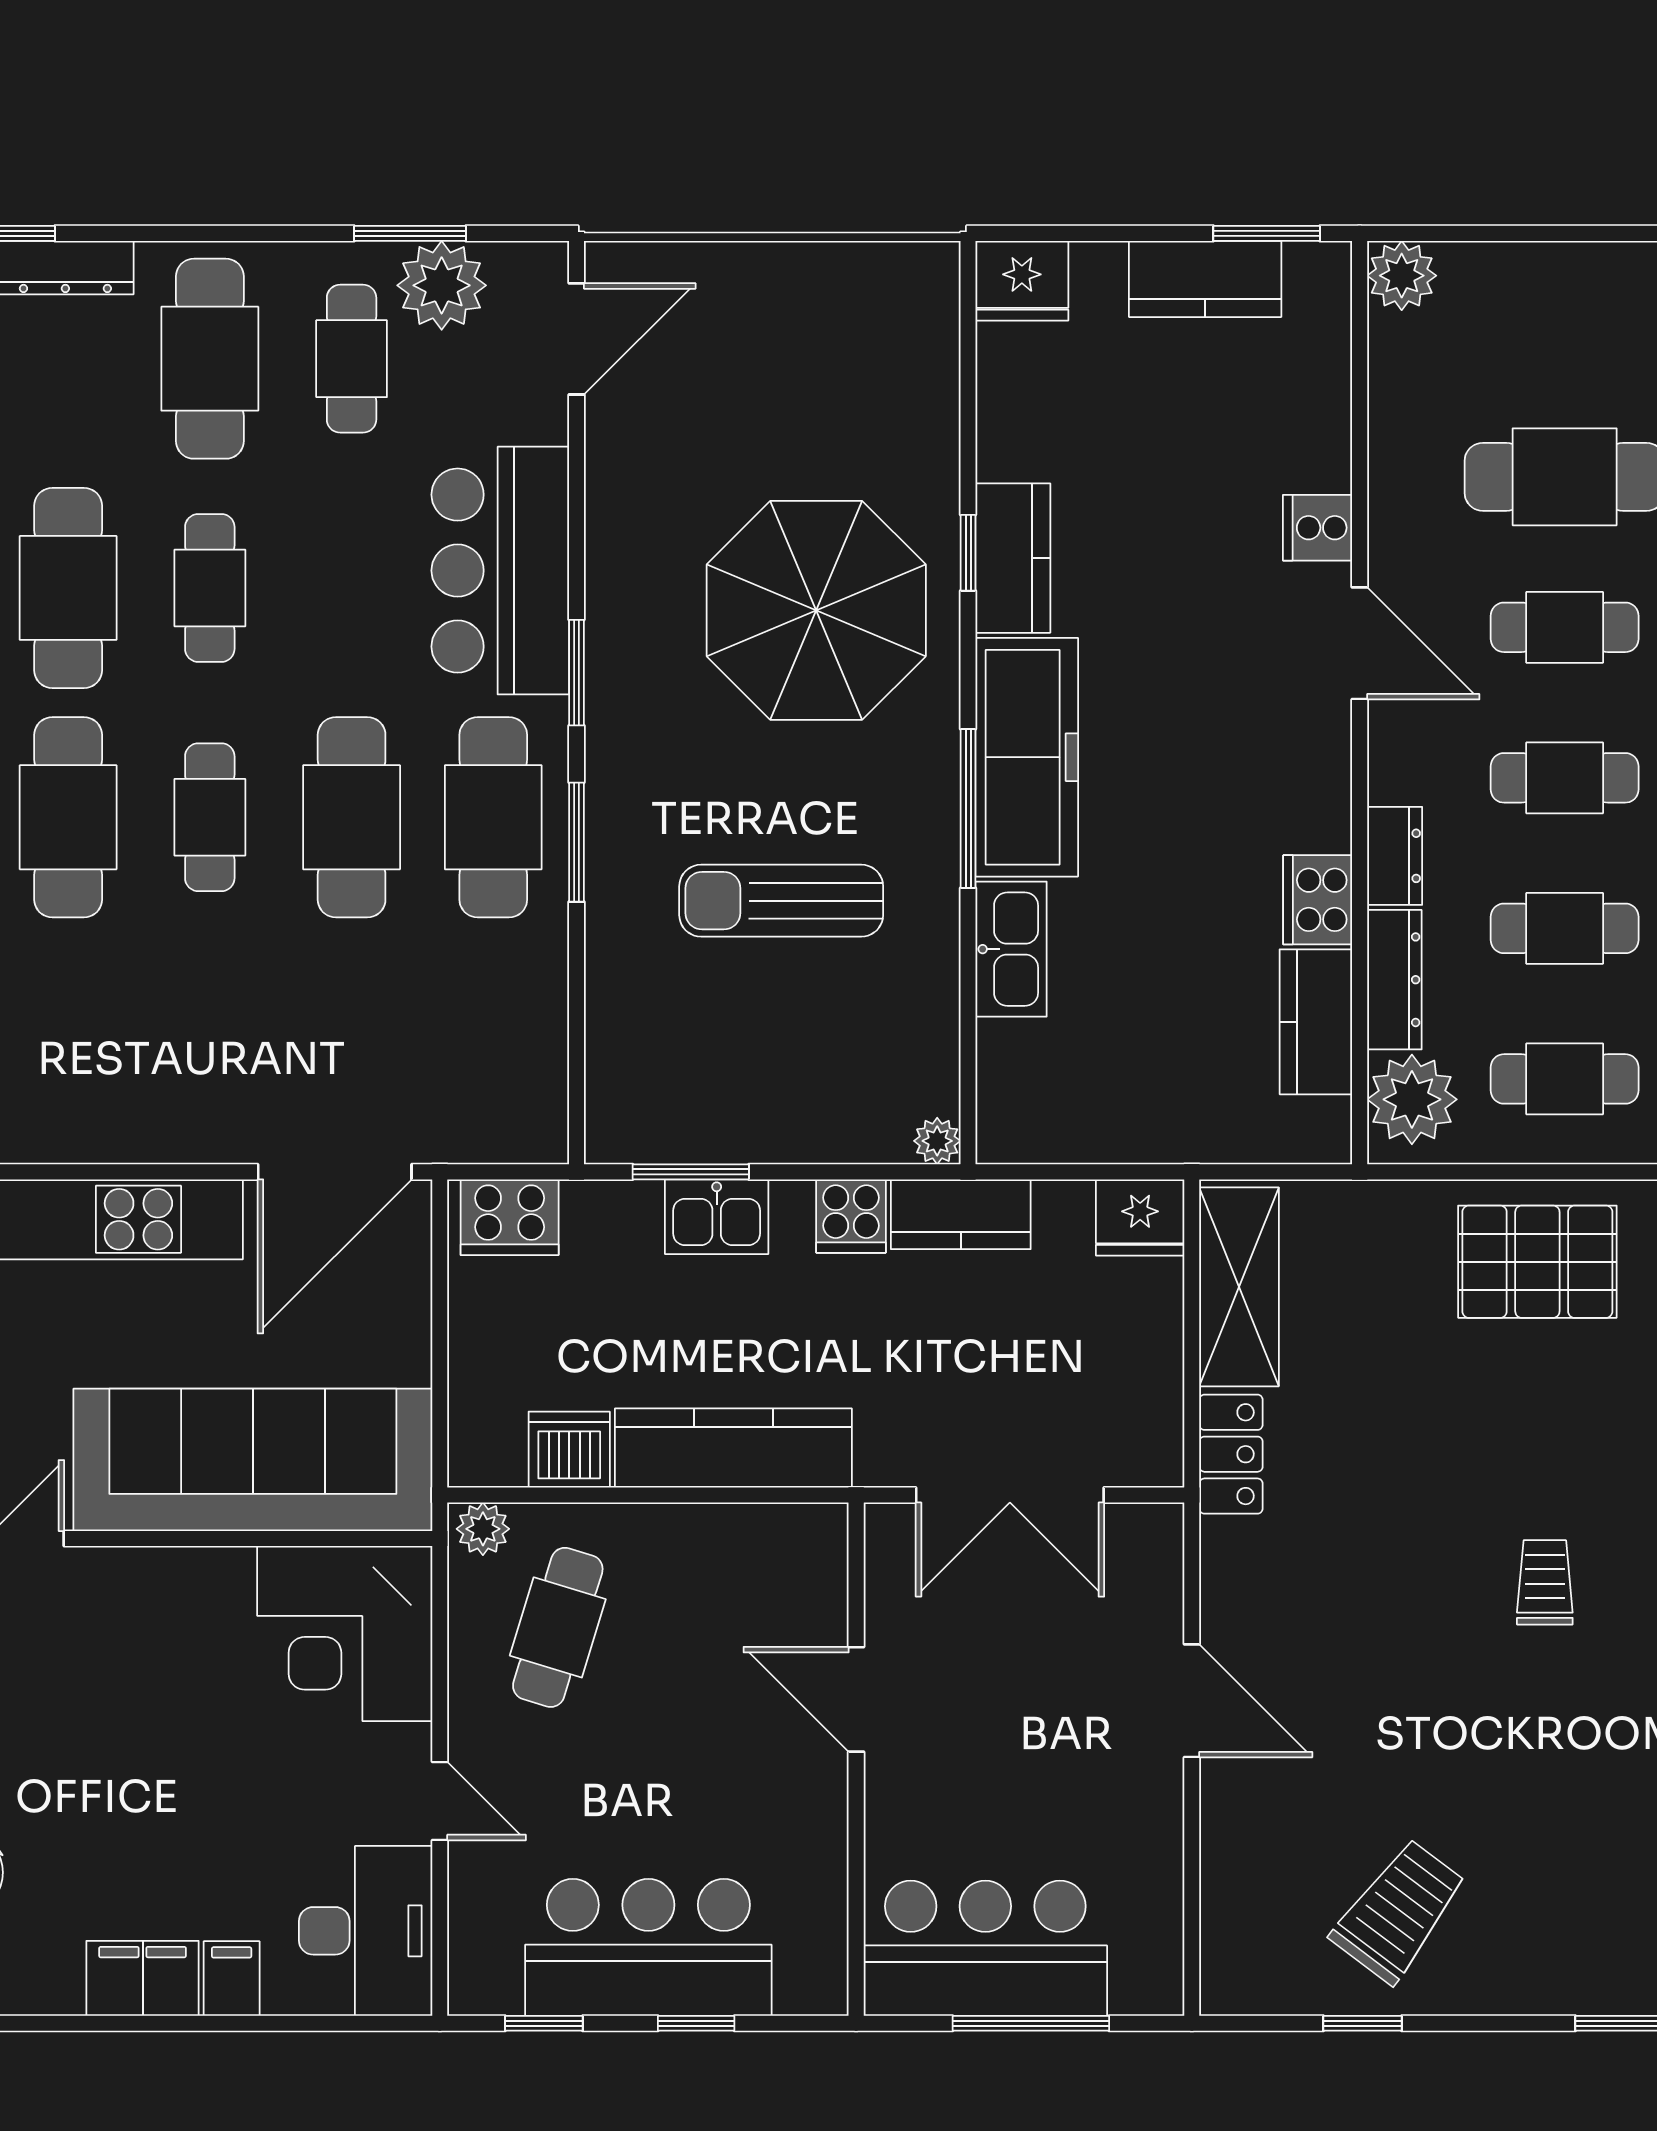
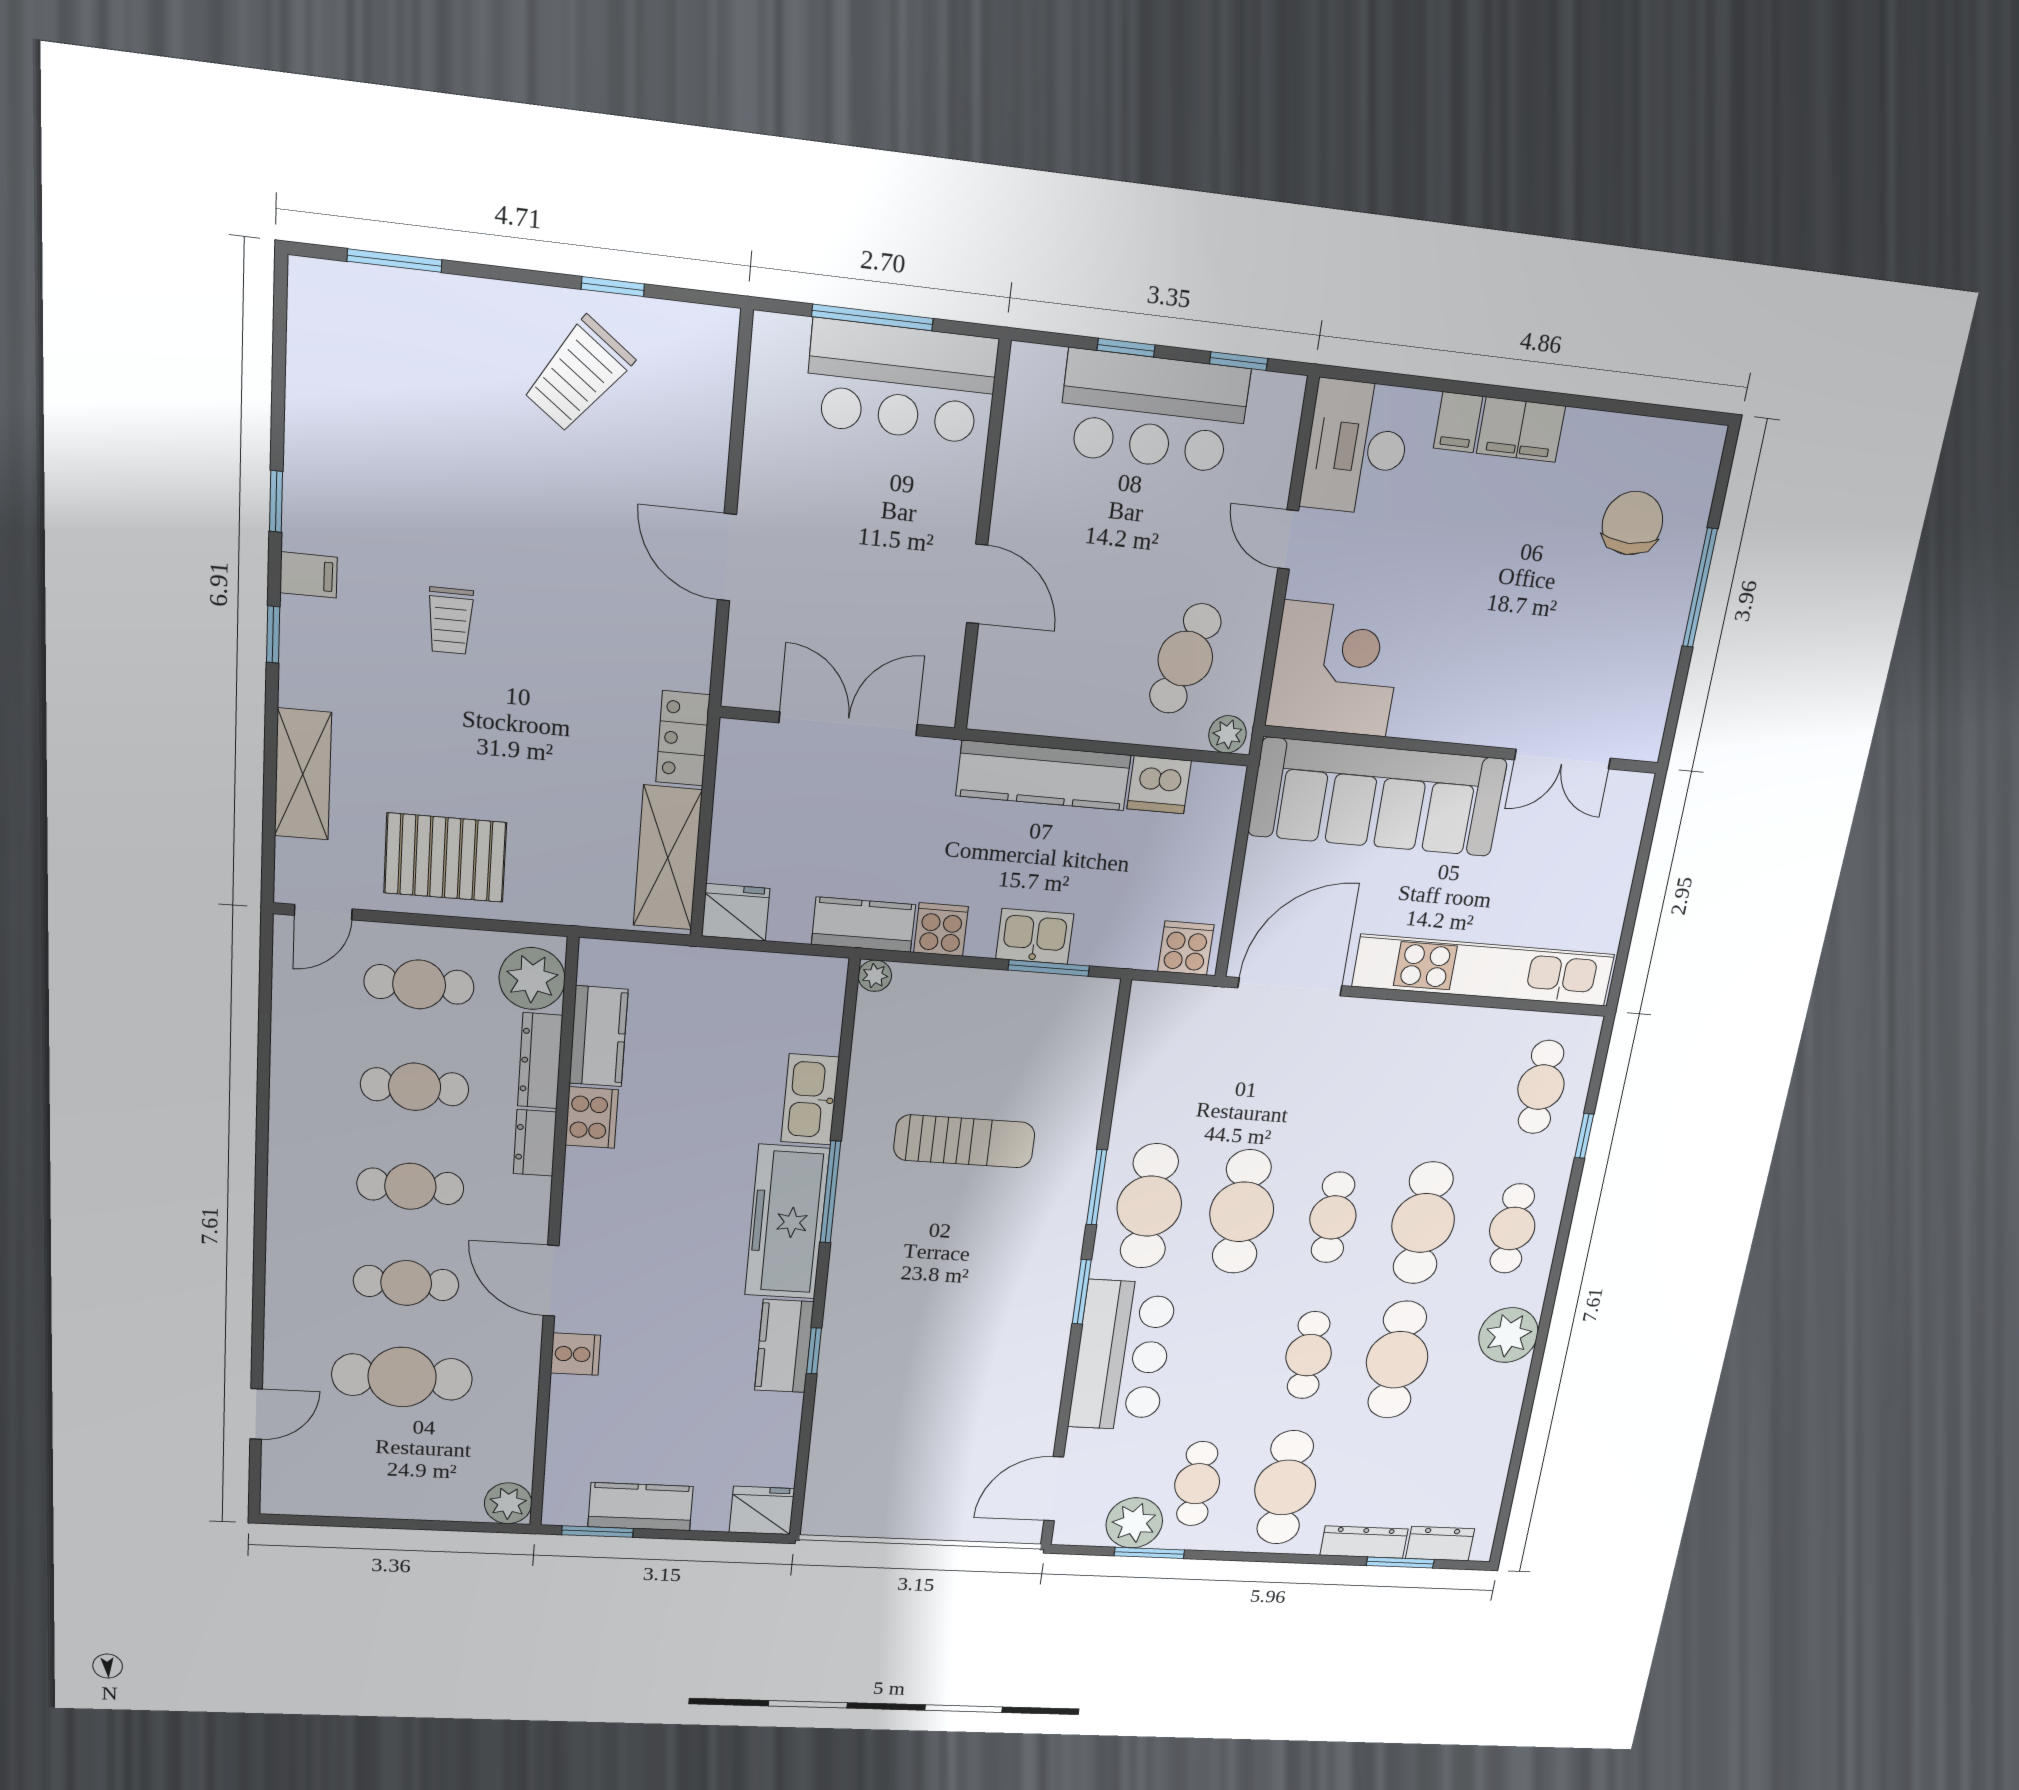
parasol: (816, 610) -> (919, 1321), removed
cooker: (510, 1217) -> (1186, 948), width x0.73

